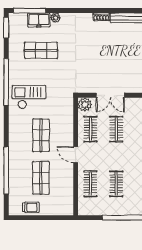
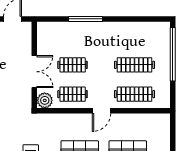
clothes rail: (90, 184) -> (134, 94), width x1.36
clothes rail: (116, 184) -> (134, 65), width x1.36

